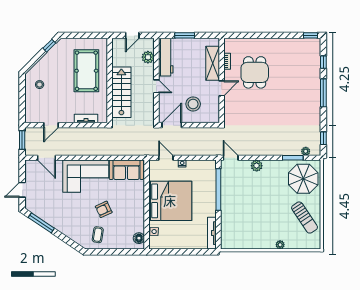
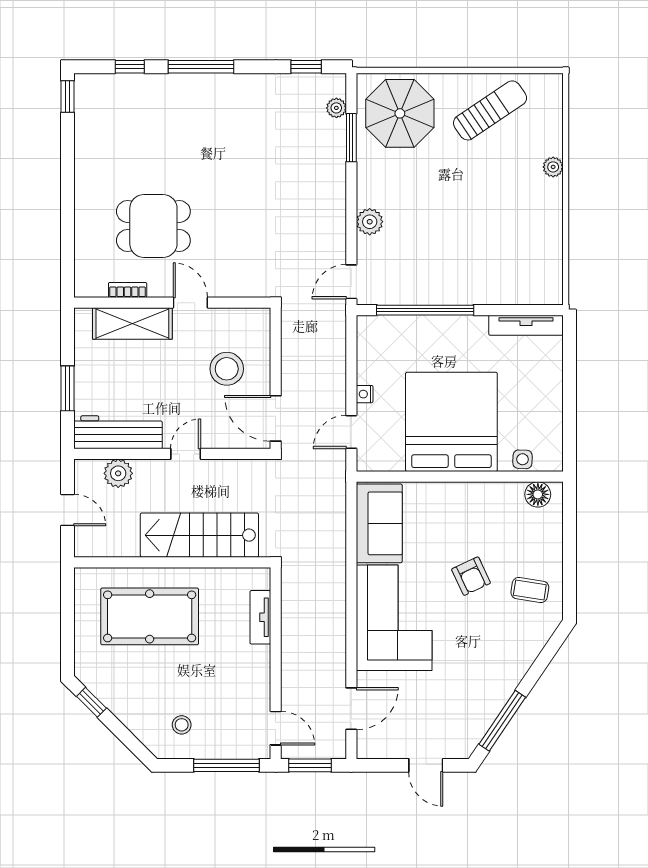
window: (22, 104) -> (226, 765), added
door: (51, 125) -> (276, 728), moved

